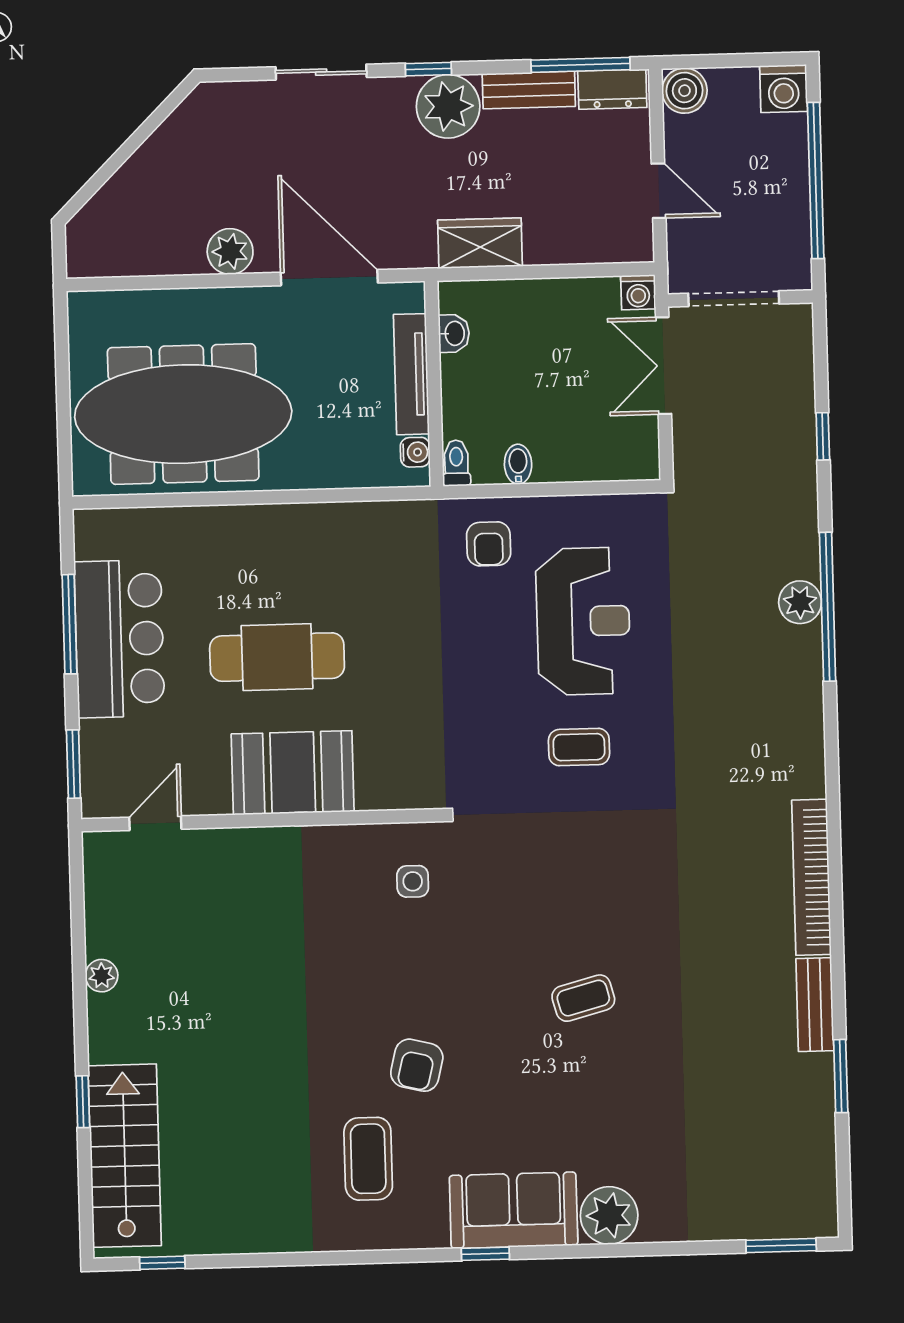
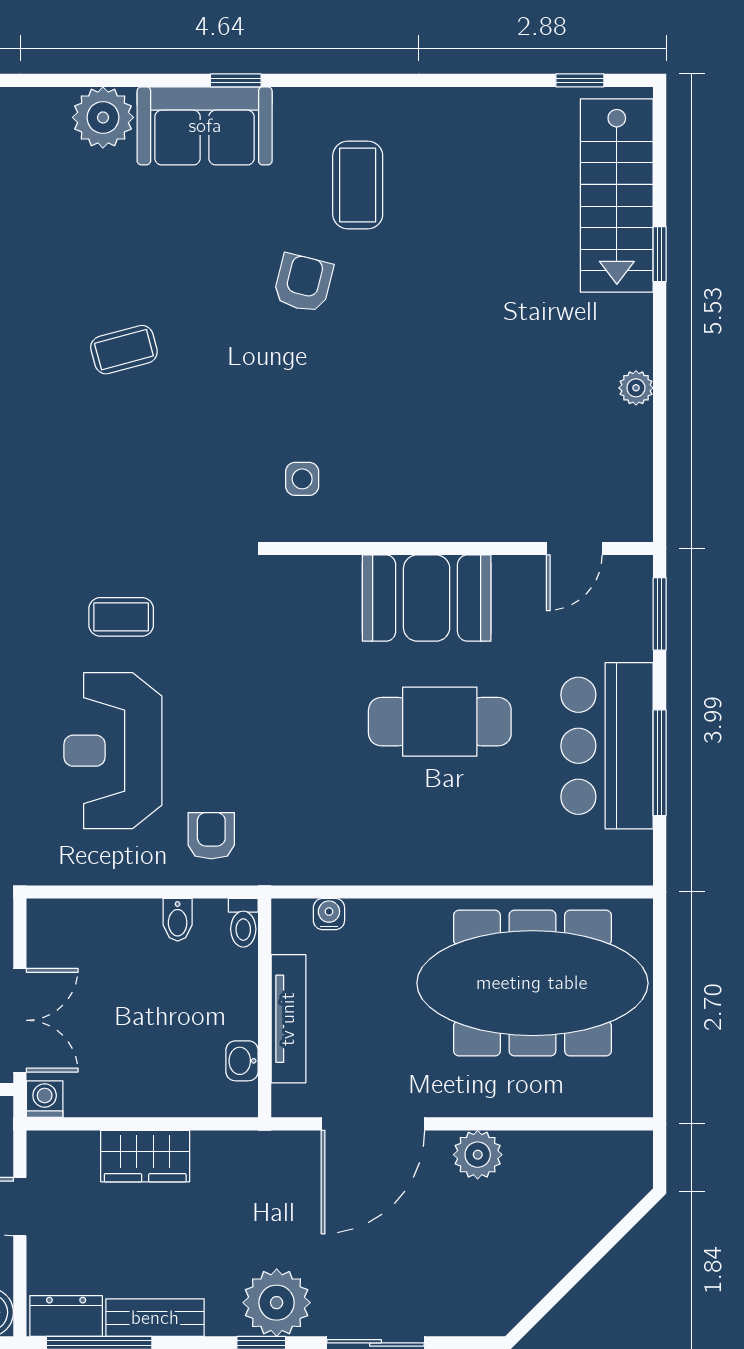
plant: (448, 106) -> (277, 1303), moved
wardrobe: (480, 243) -> (145, 1156), moved
door: (329, 278) -> (373, 1124), hinge flipped
water cooler: (415, 452) -> (329, 914), moved, turned 90

